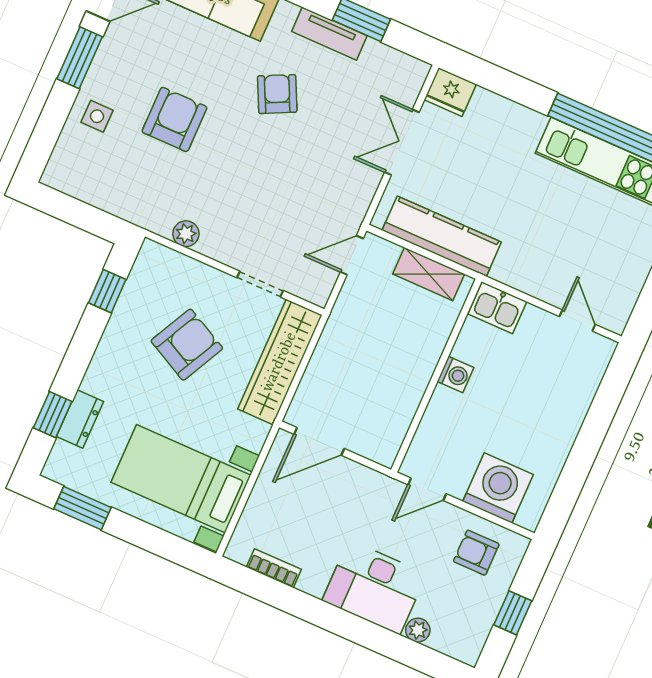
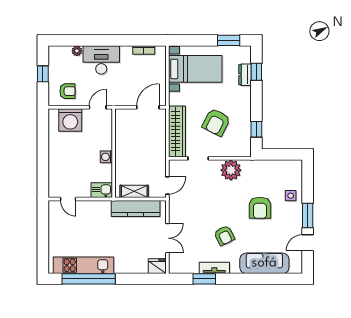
plant: (186, 234) -> (231, 170), width x1.88, depth x1.88

